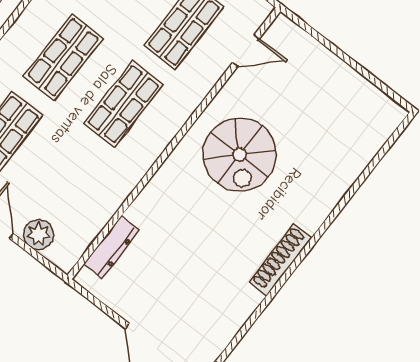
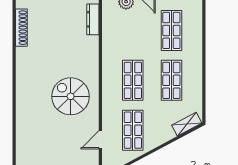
shoe rack: (281, 260) -> (21, 28), moved

